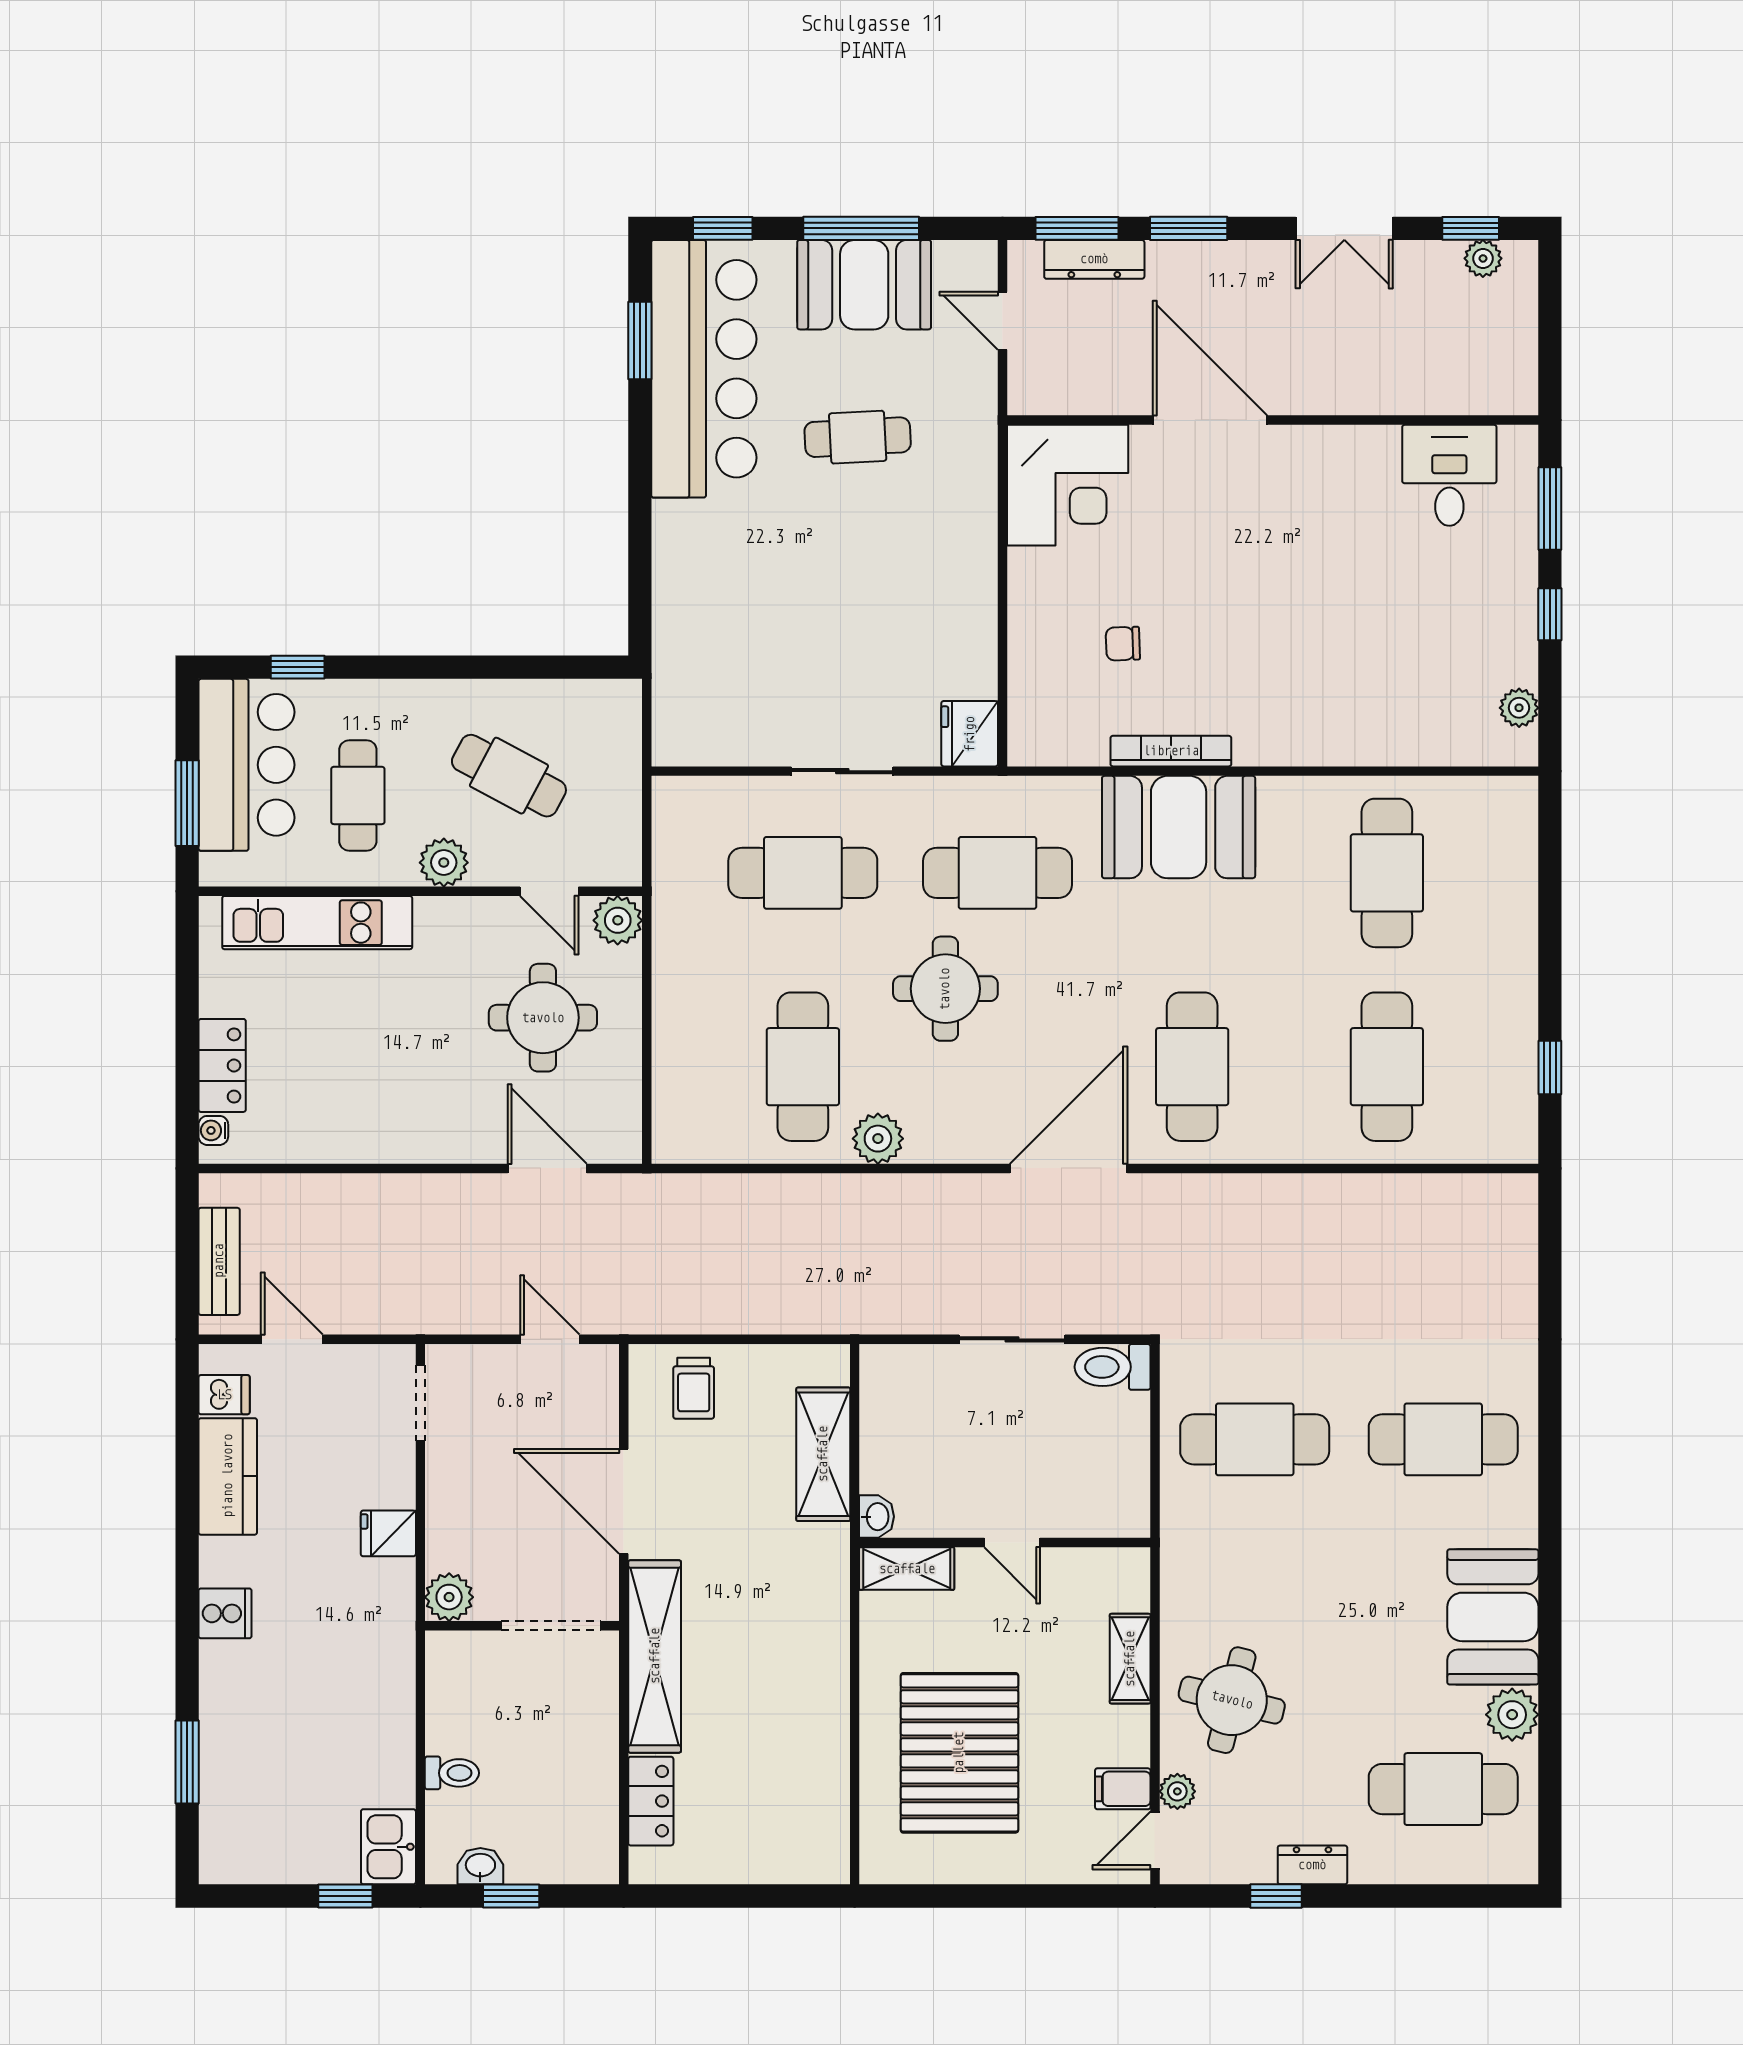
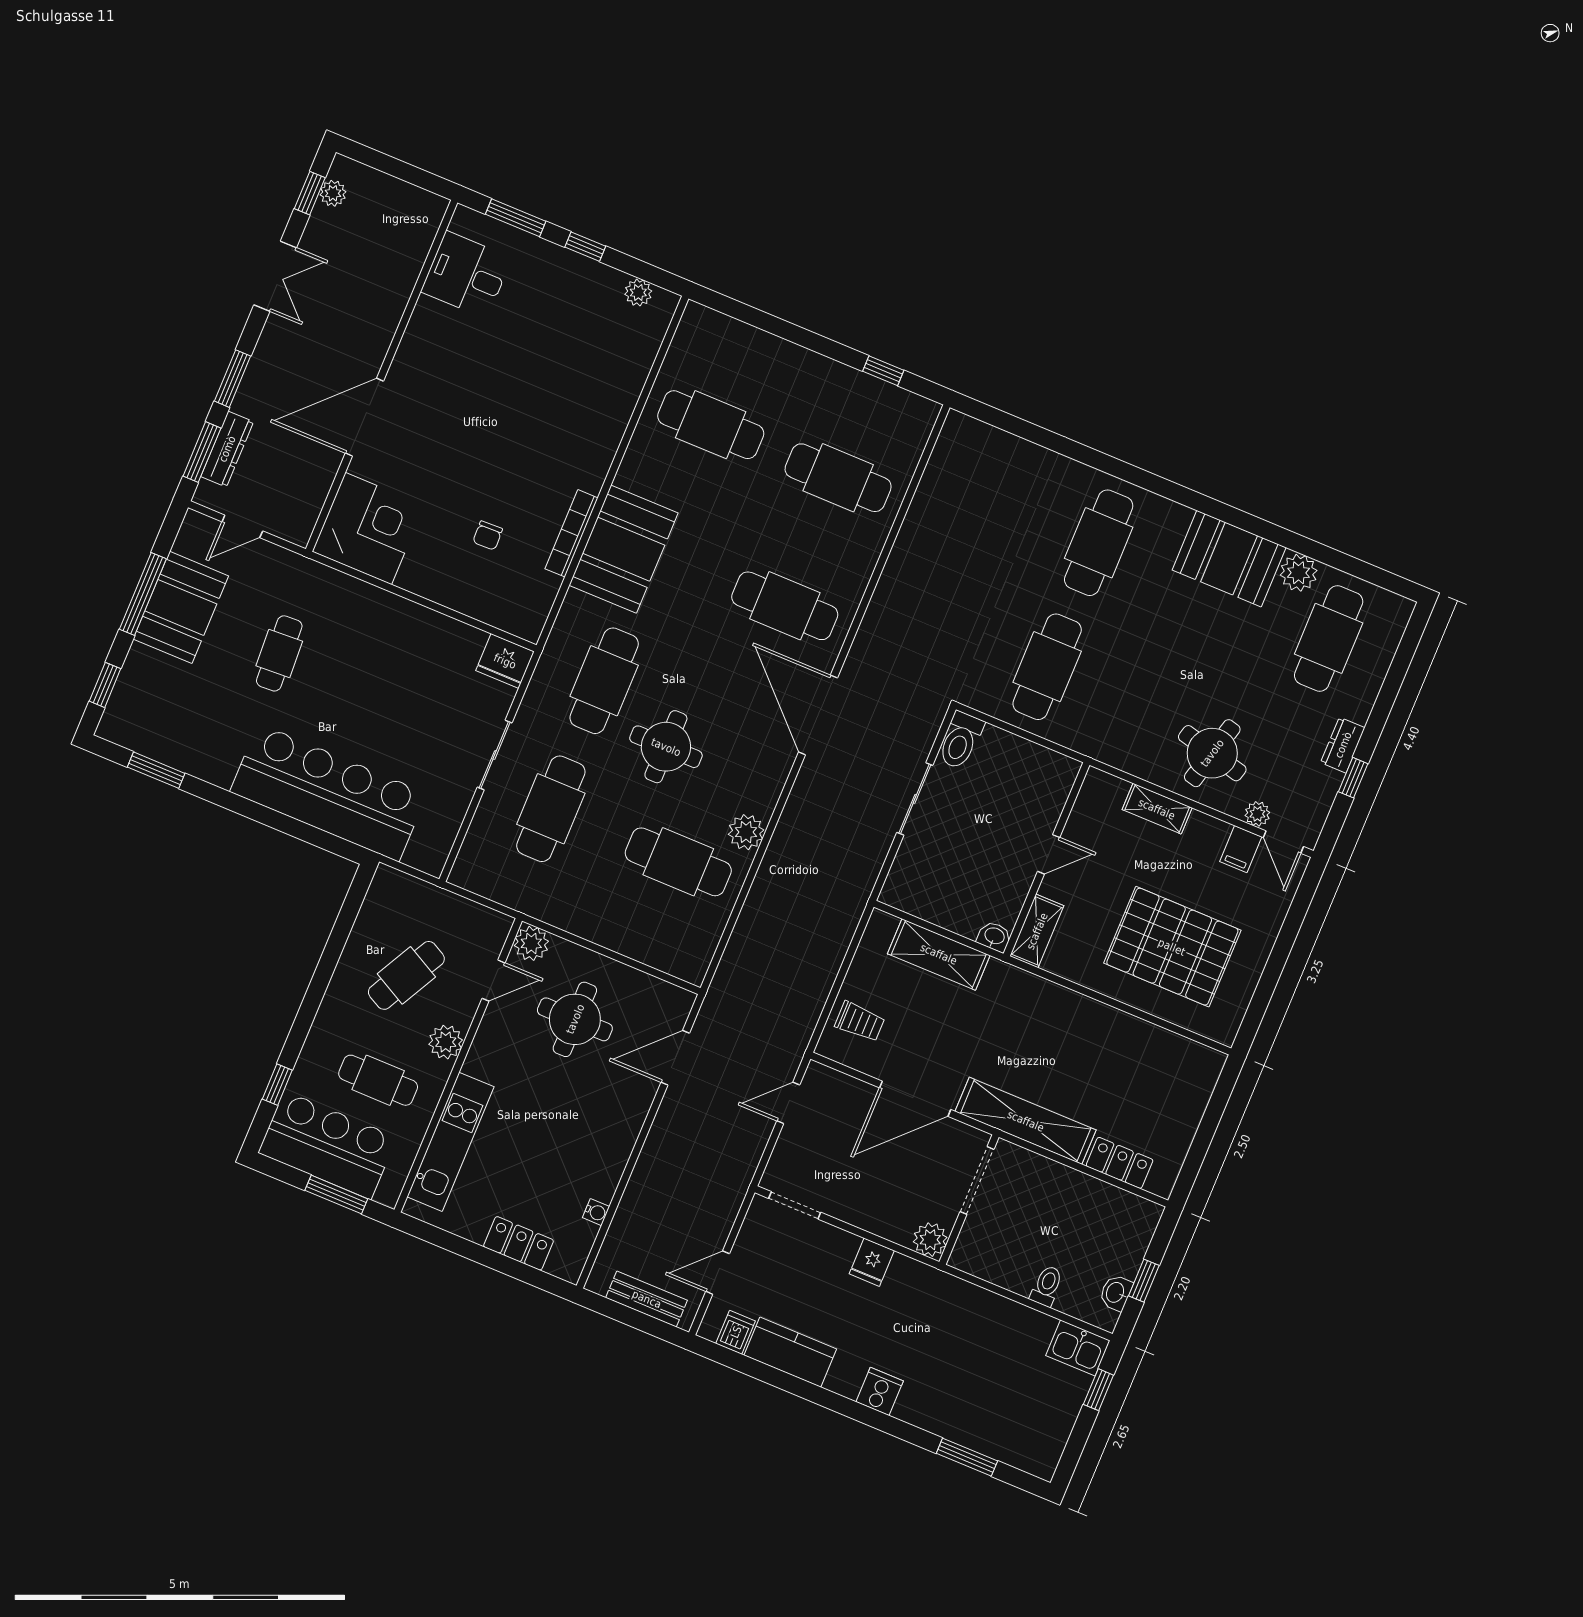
bar counter: (704, 369) -> (328, 793), moved
water cooler: (213, 1130) -> (596, 1212), moved, turned -90

